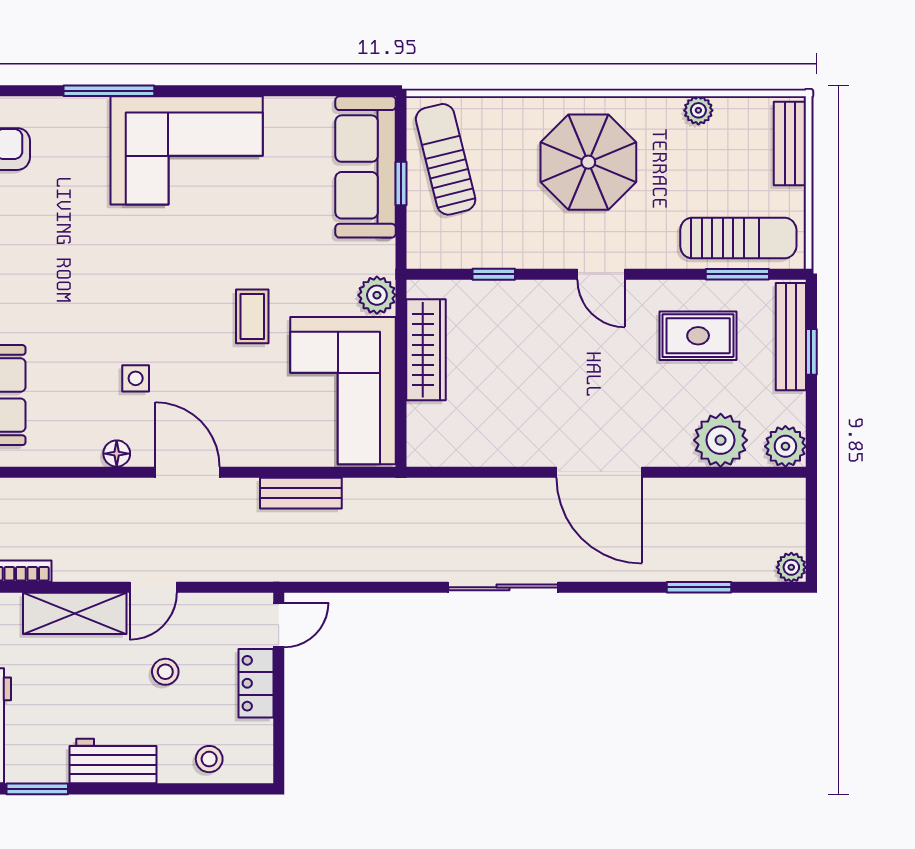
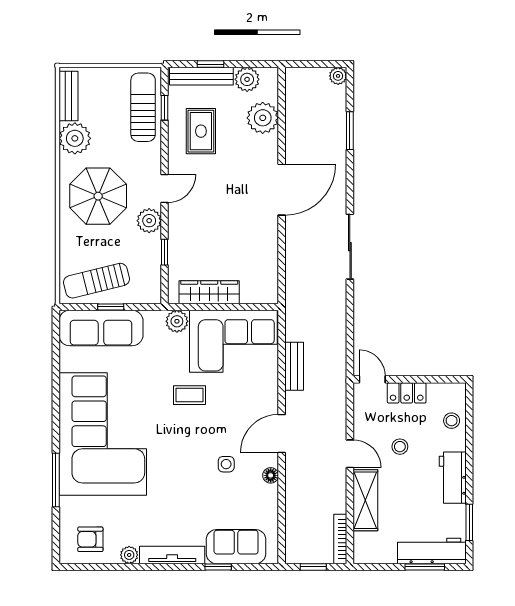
plant: (698, 110) -> (75, 138), width x1.87, depth x1.87
bench: (790, 144) -> (68, 96), moved, turned 90
corner sofa: (187, 150) -> (103, 434), width x1.36, depth x1.36
plant: (547, 248) -> (149, 221), added
window: (737, 274) -> (164, 108), width x0.67
plant: (785, 446) -> (247, 79), moved

